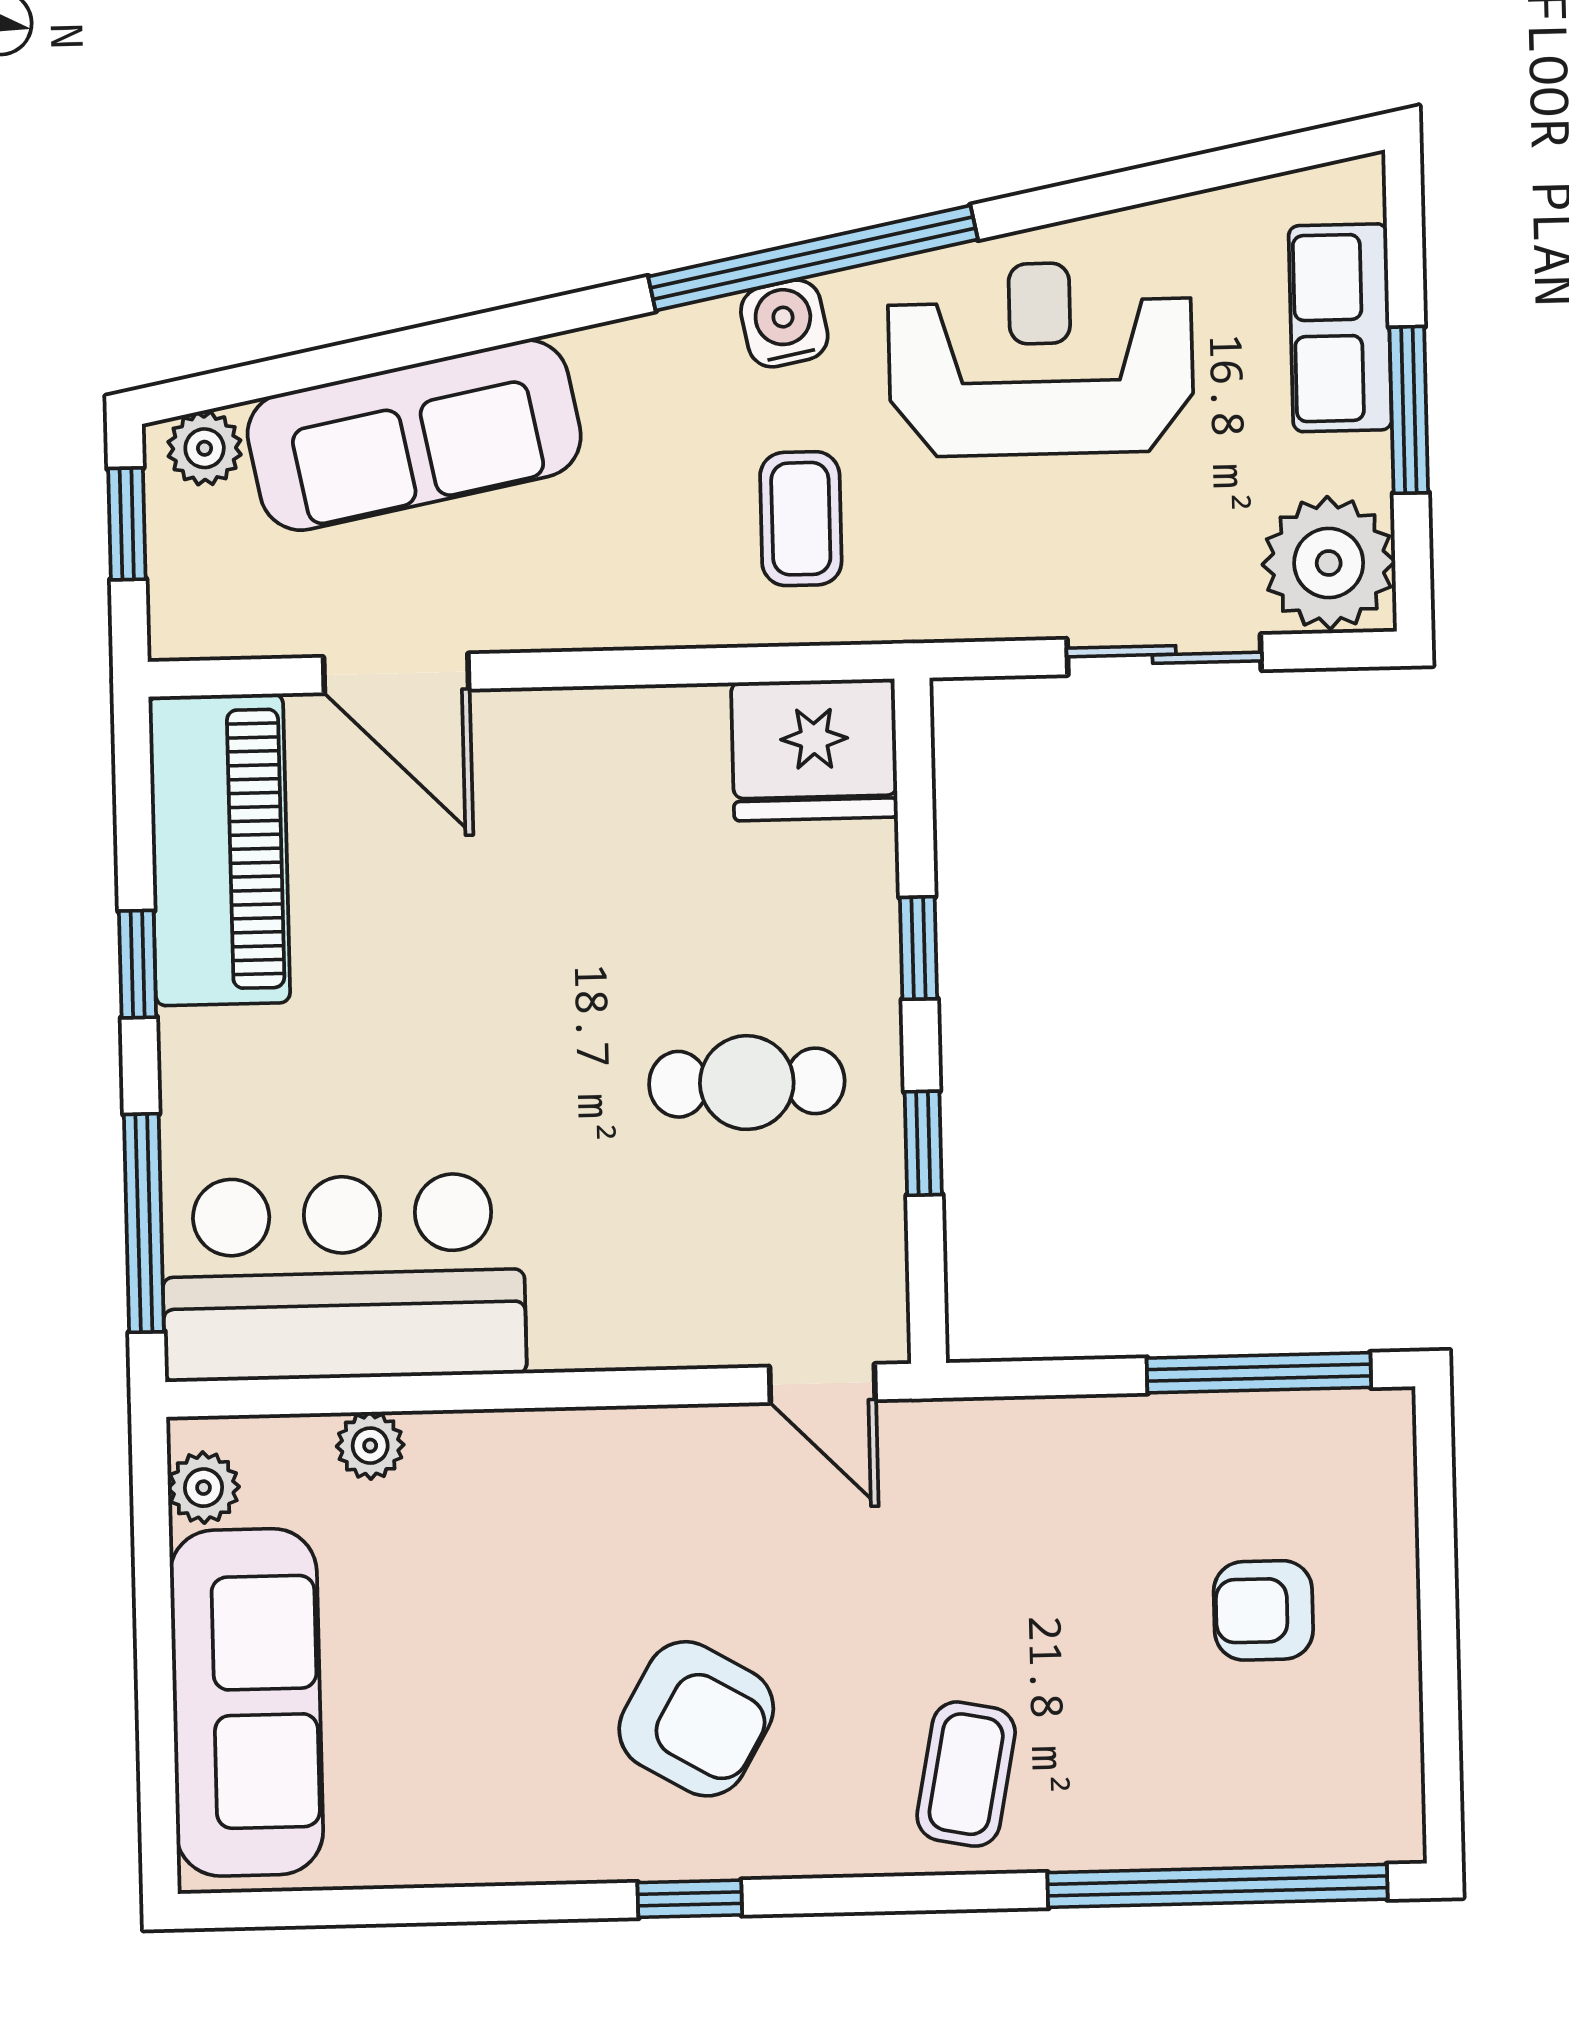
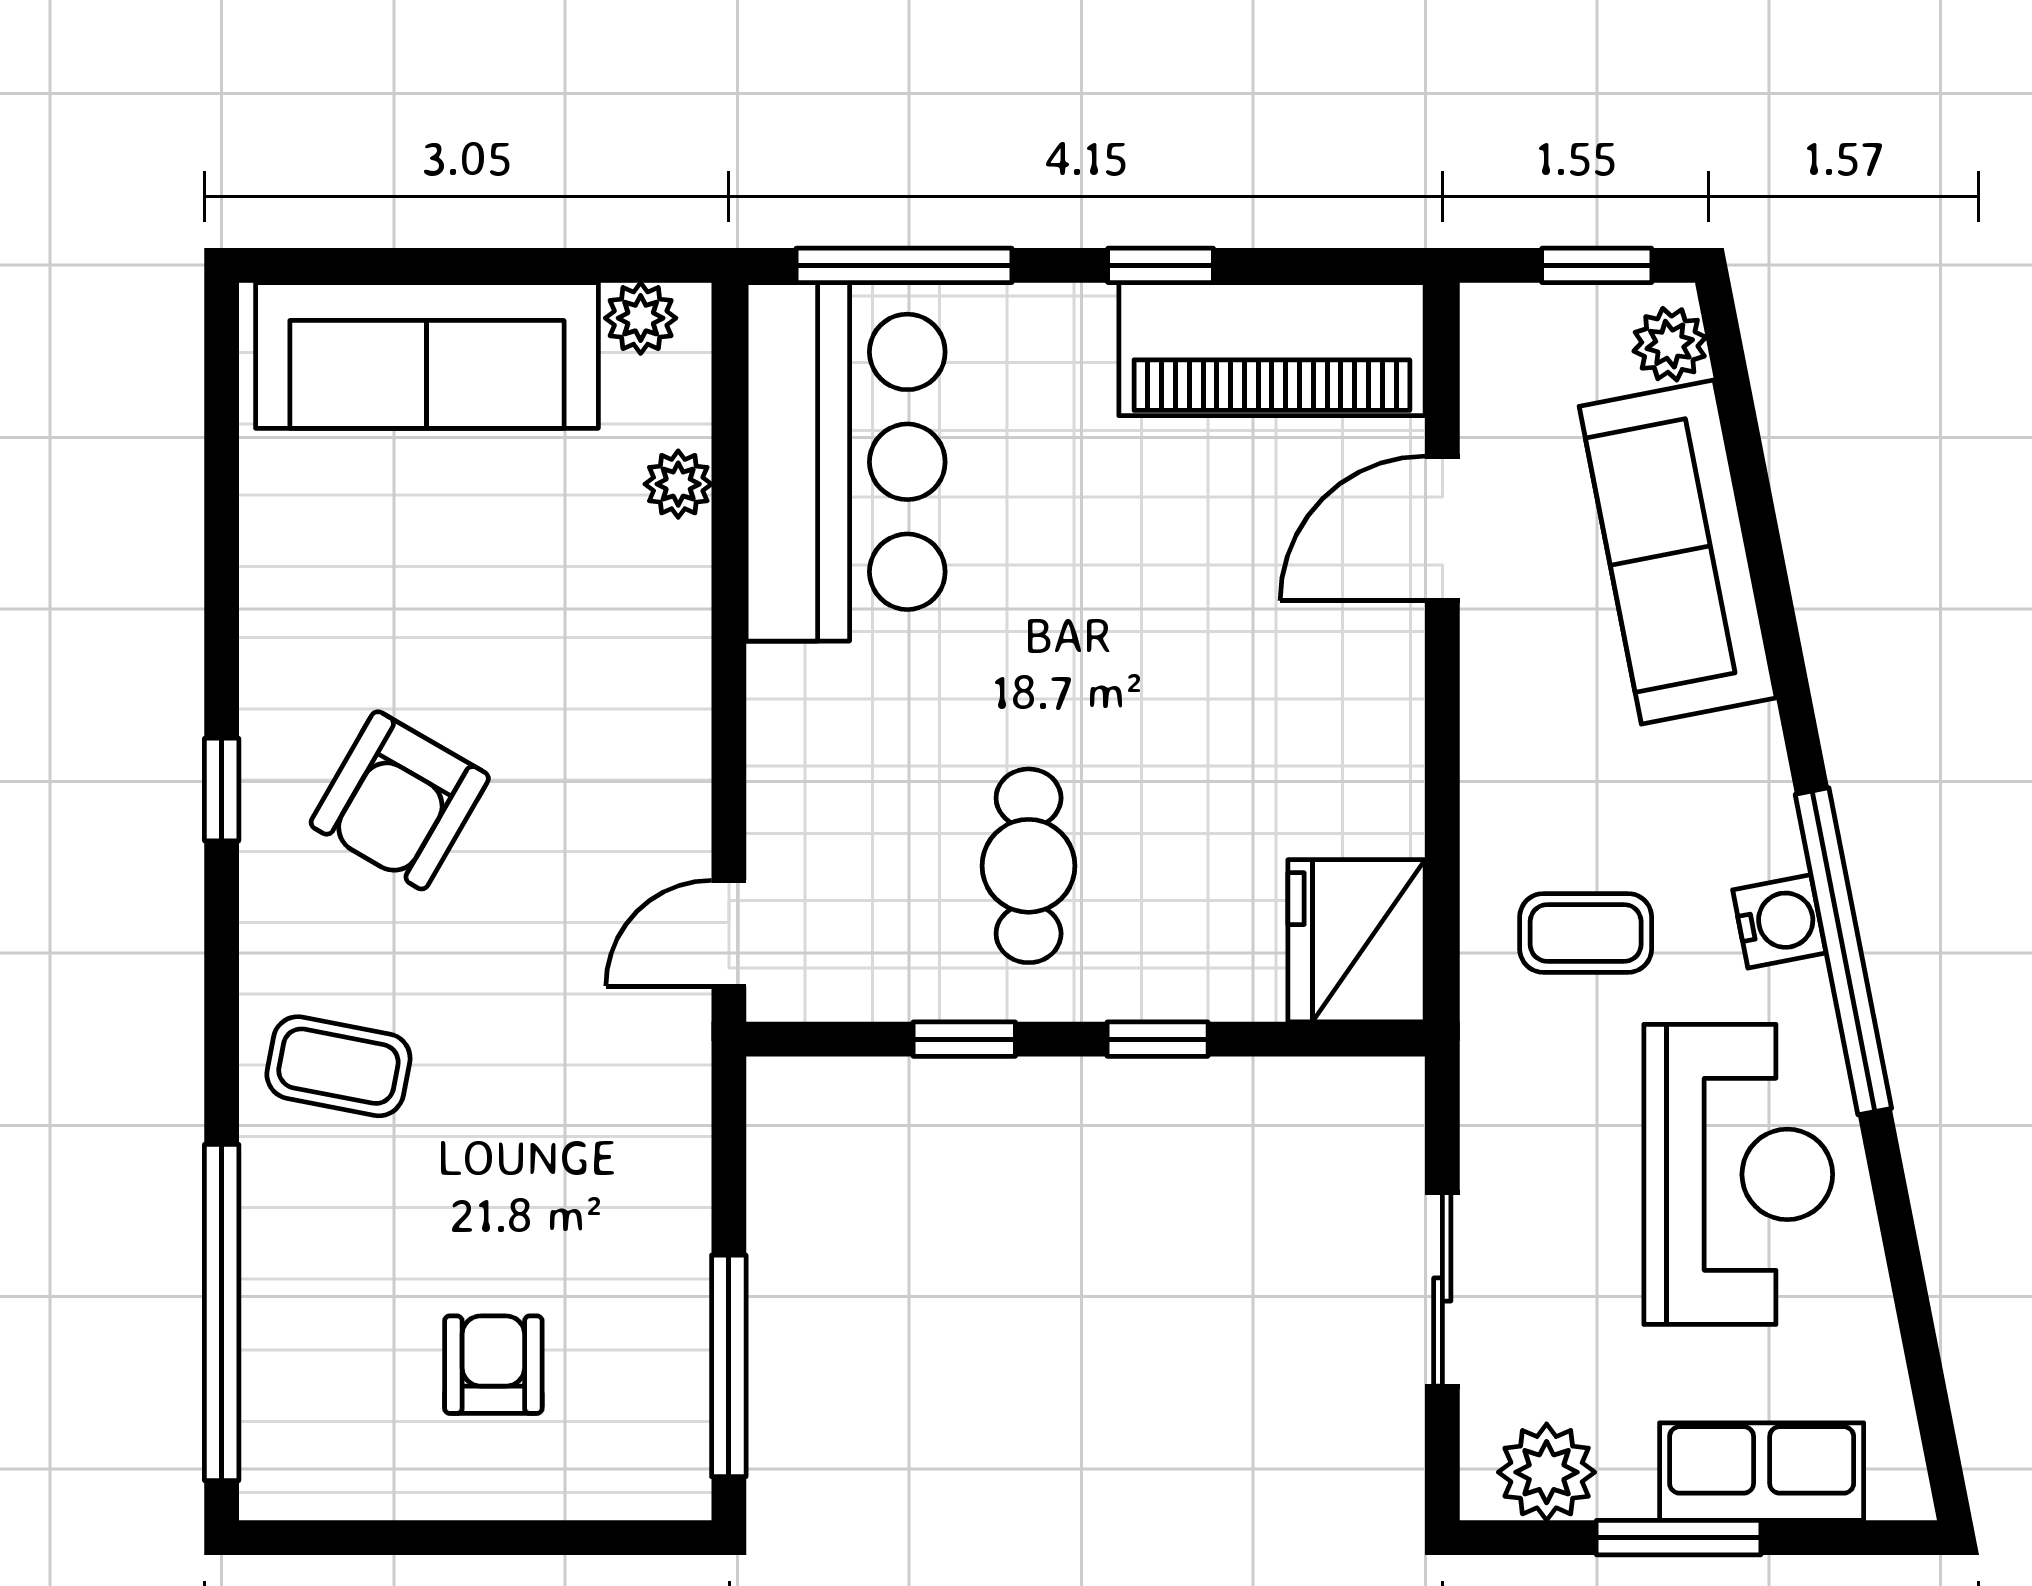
plant: (1329, 563) -> (1547, 1472), width x0.73, depth x0.73

